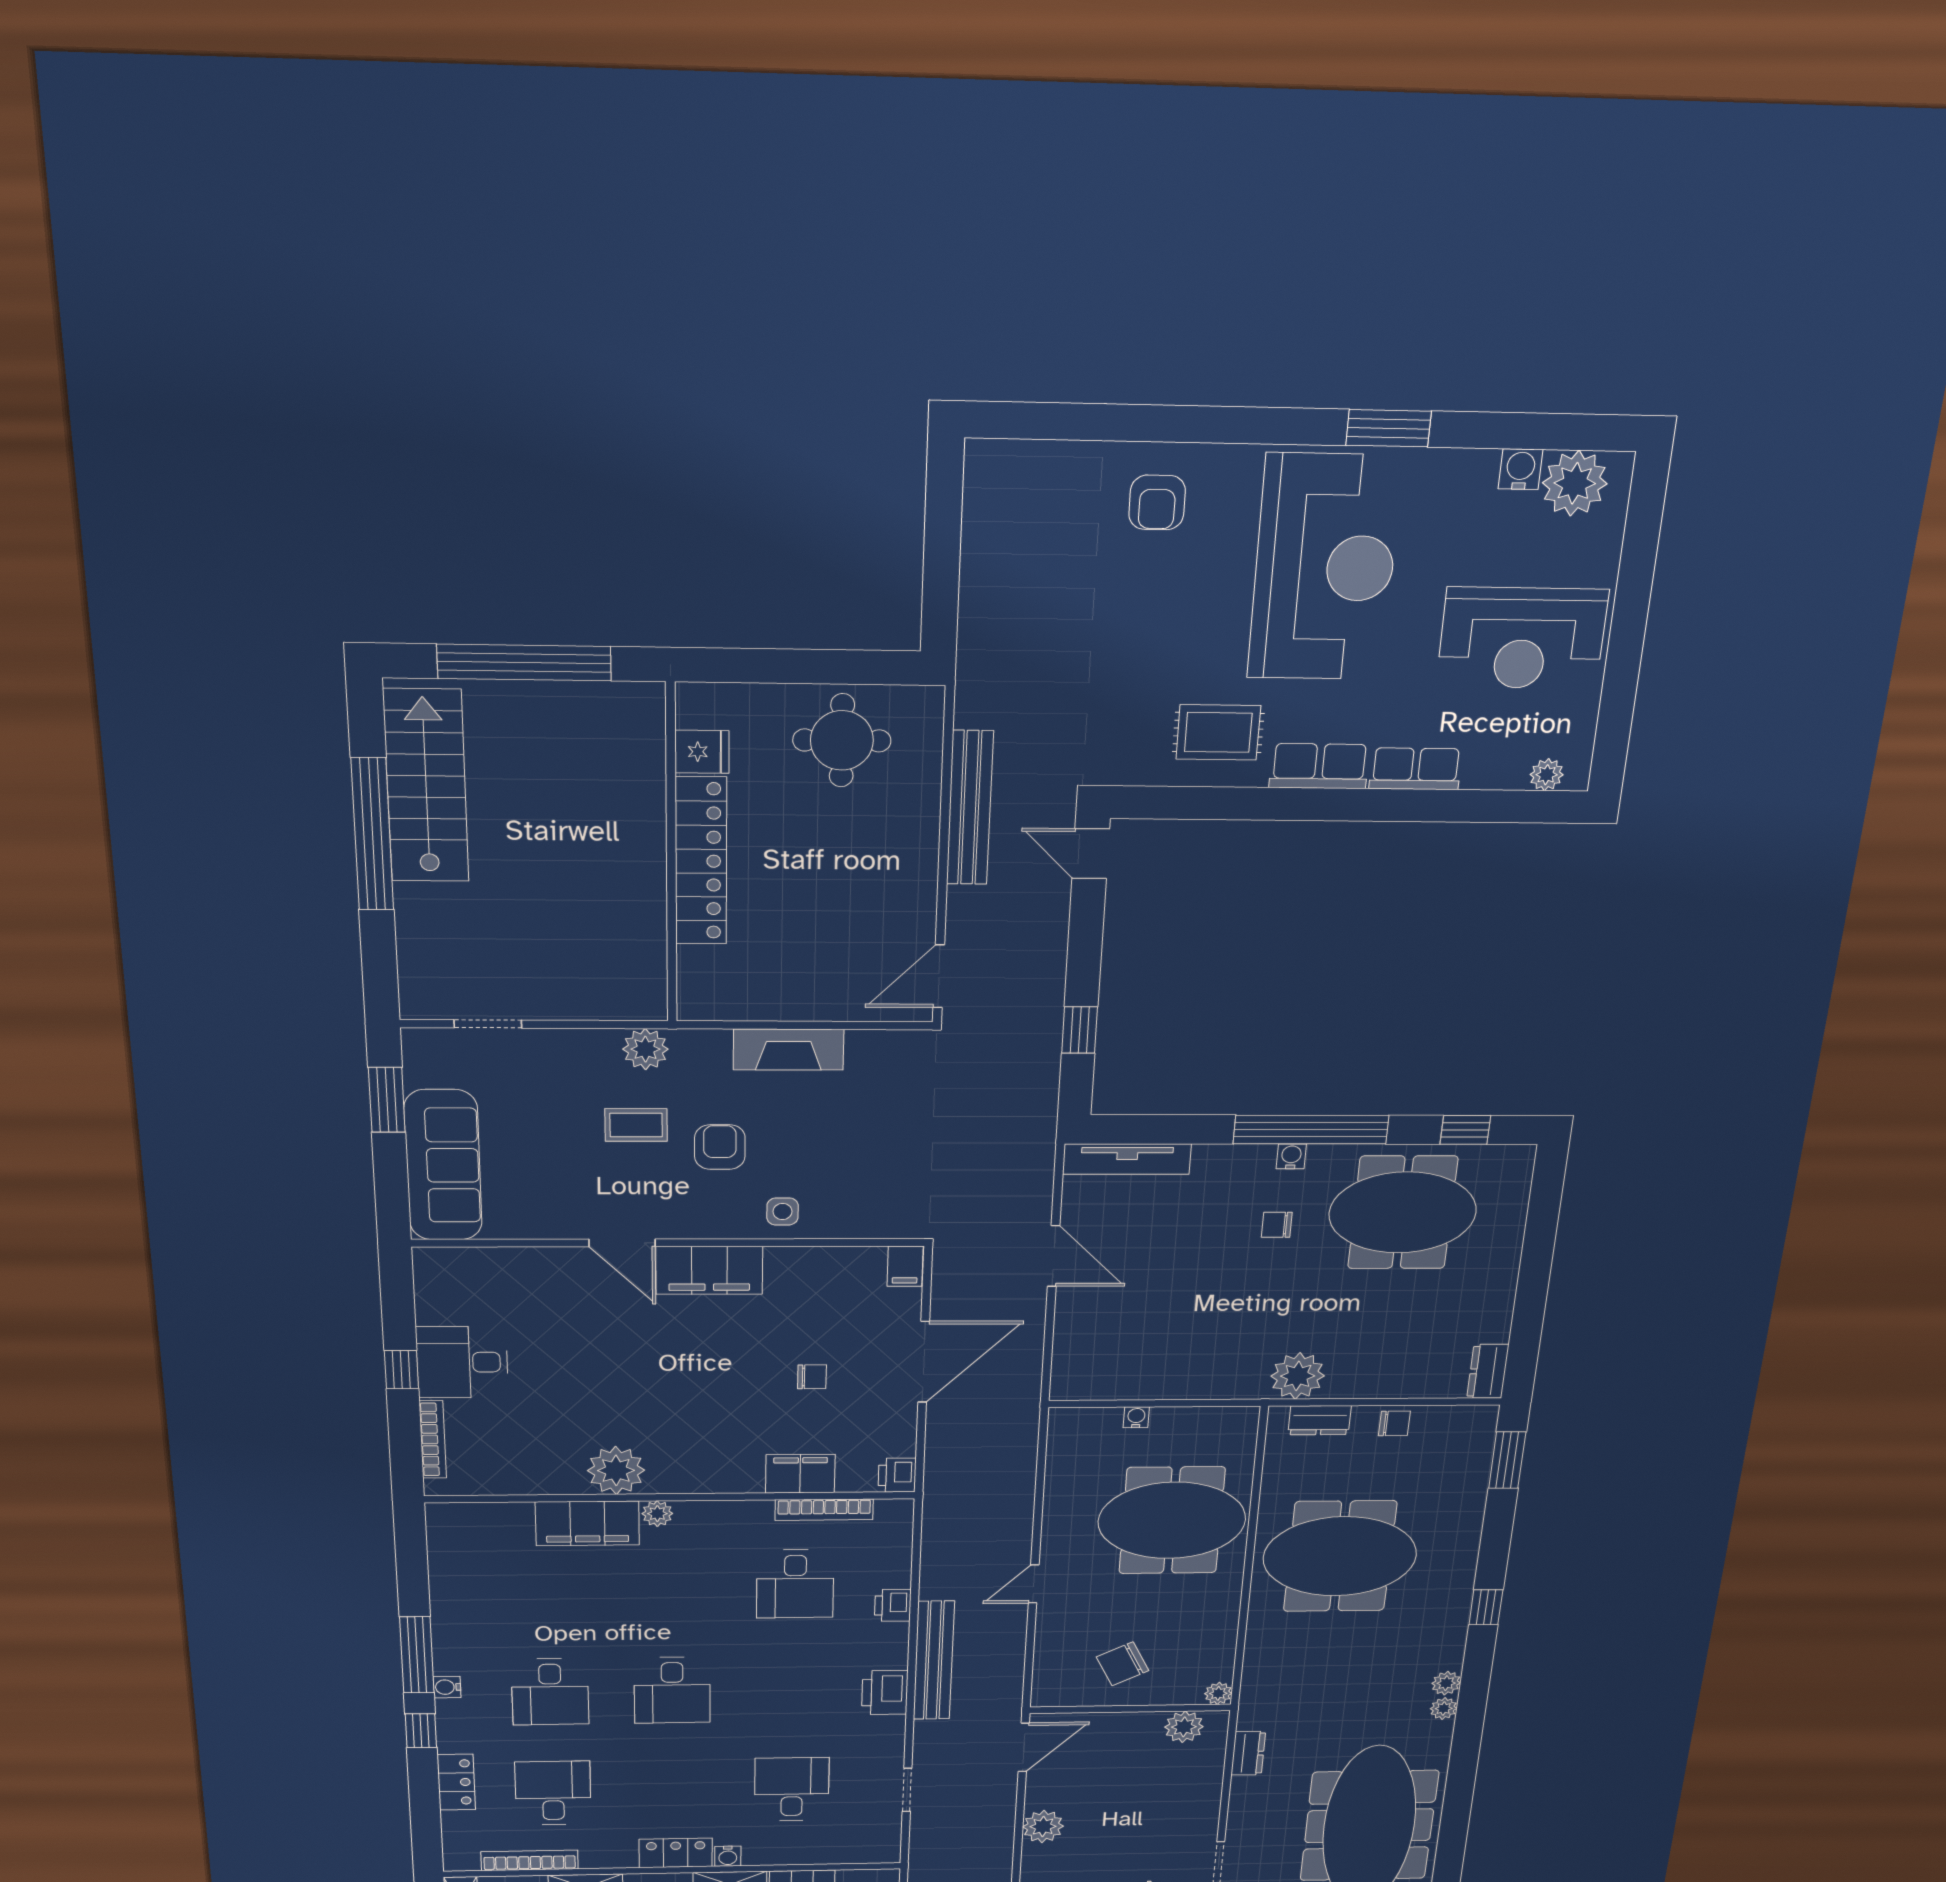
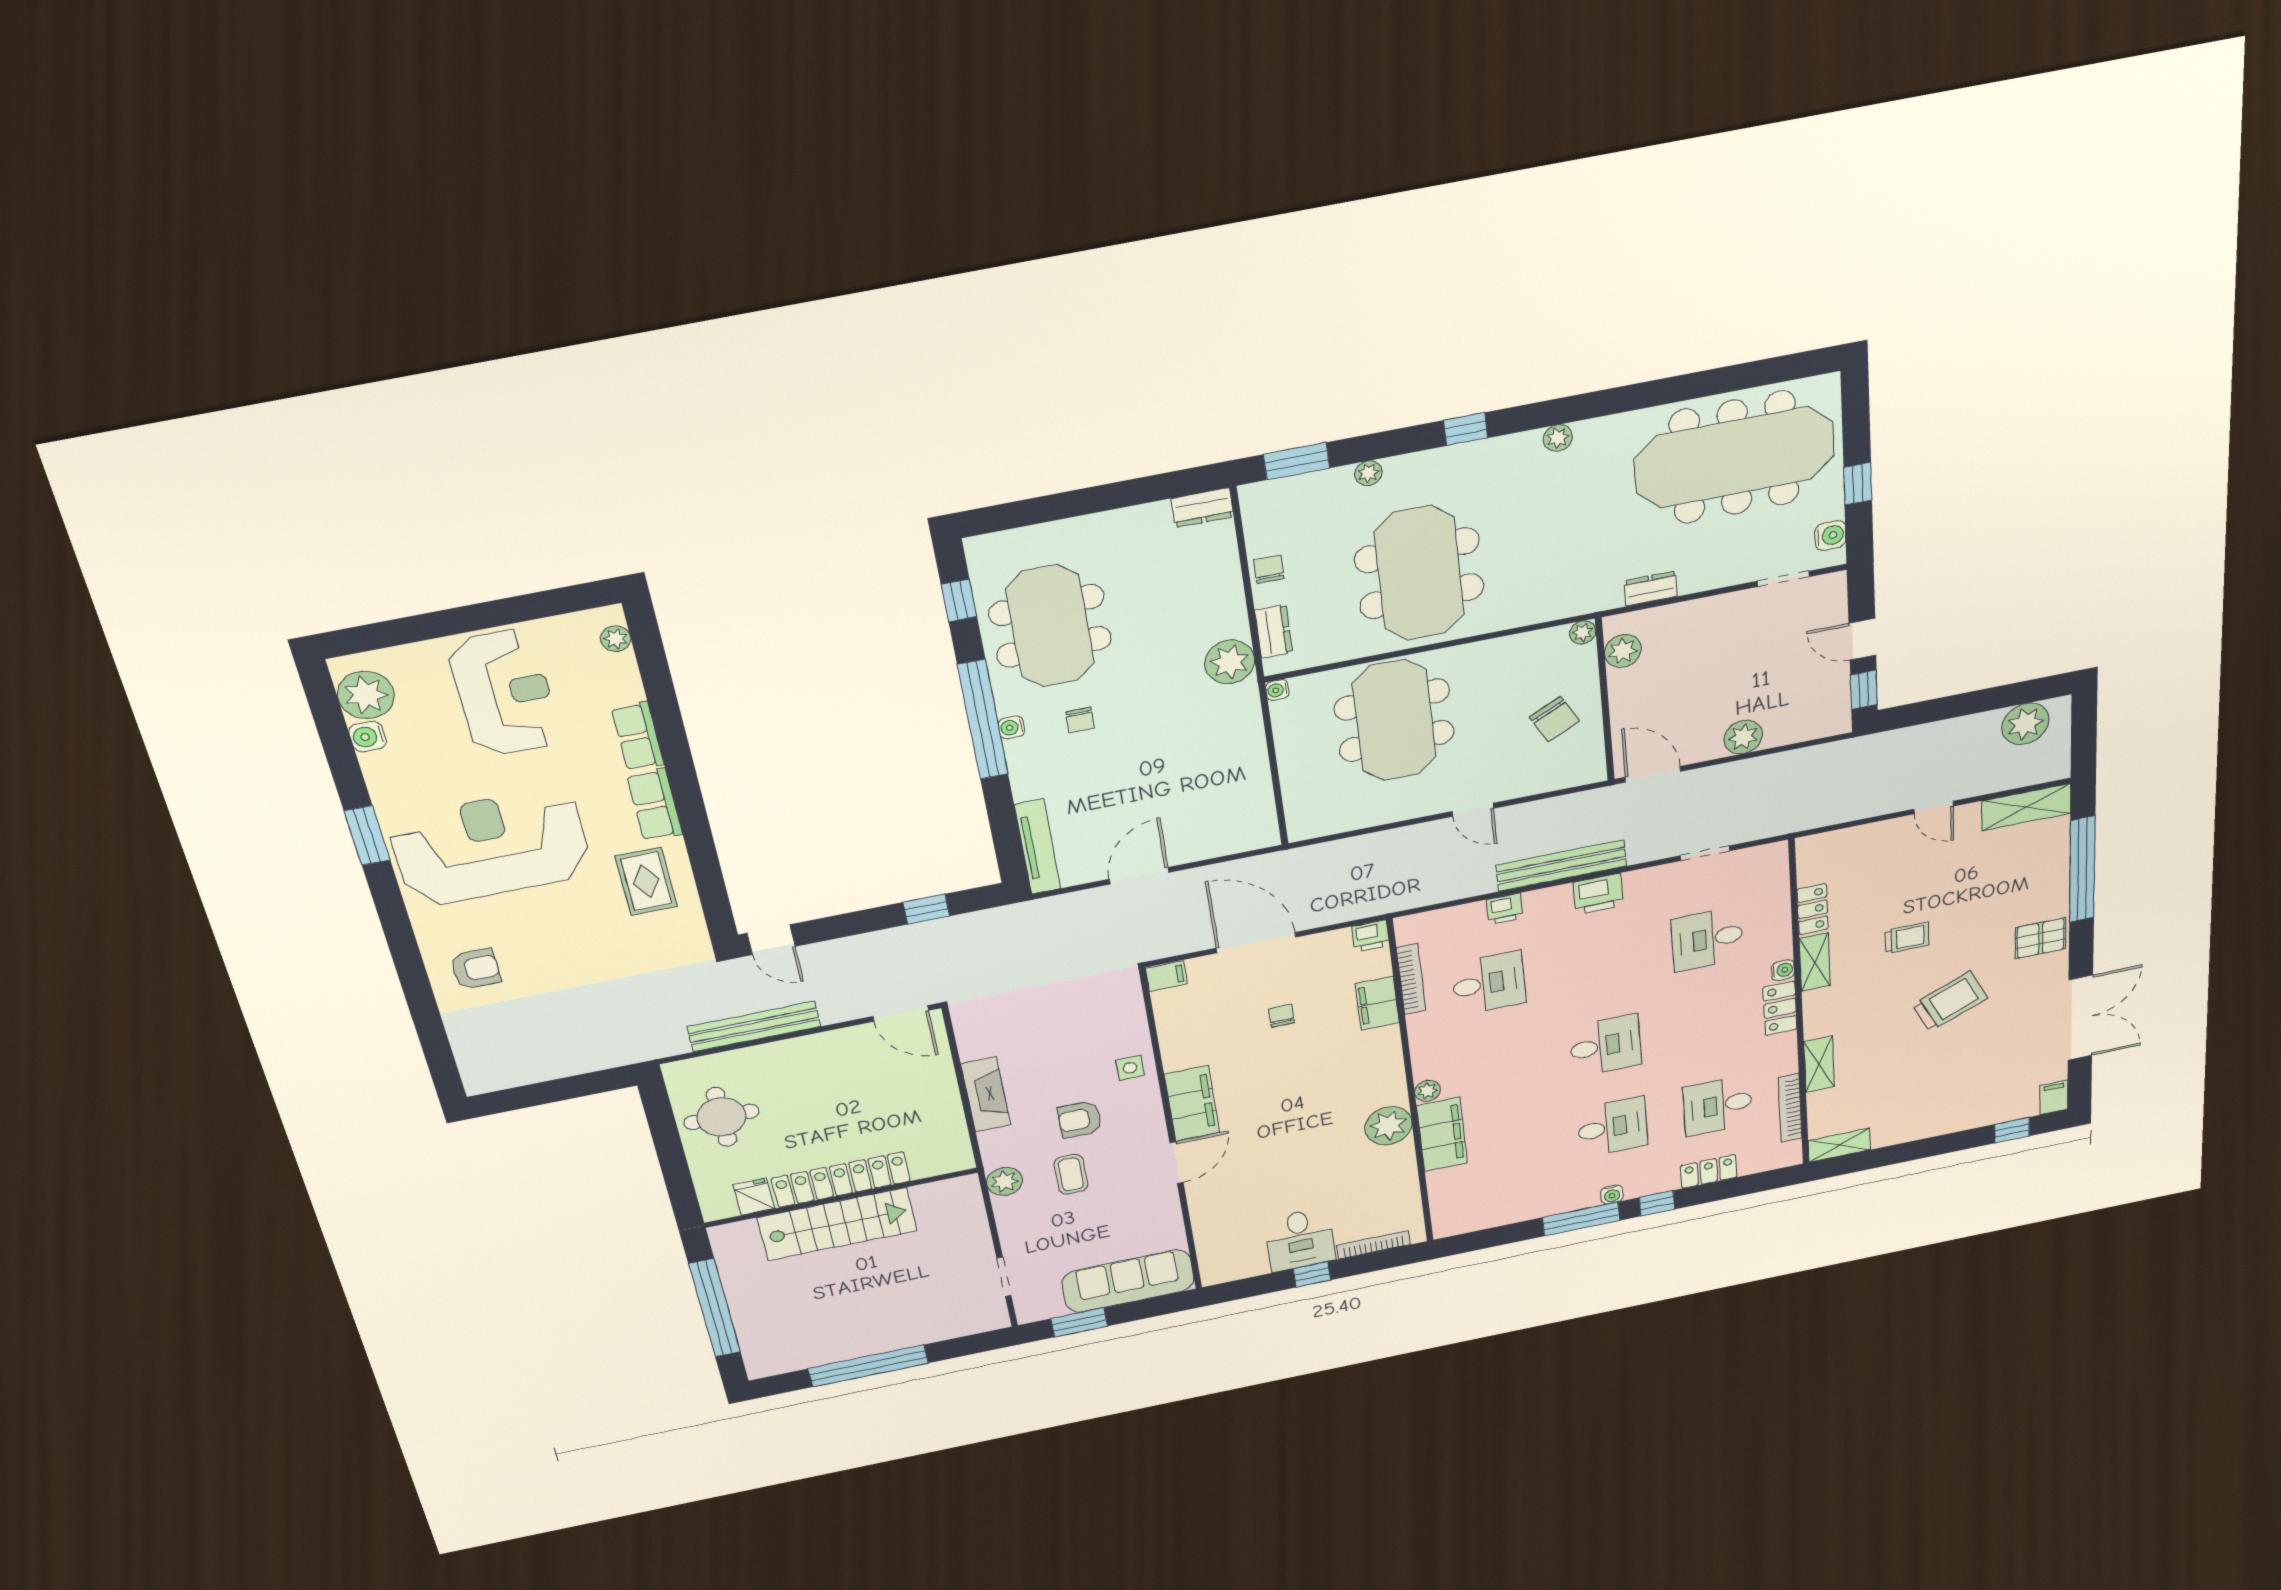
stairs: (426, 786) -> (837, 1224), moved, turned 180
door: (1091, 854) -> (771, 940), hinge flipped
water cooler: (1136, 1417) -> (1277, 690), moved
plant: (1444, 1709) -> (1368, 473), moved

